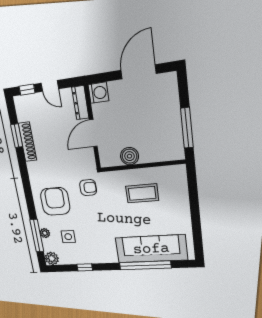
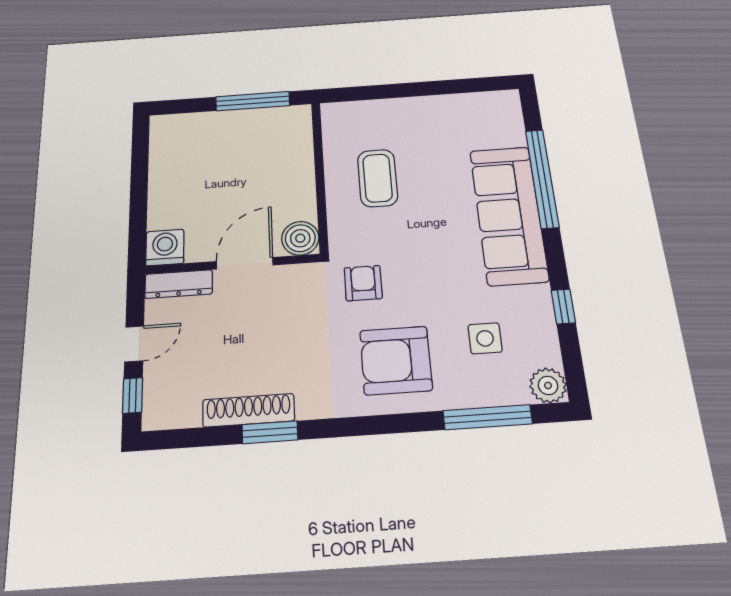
door: (138, 72) -> (139, 175), removed
door: (93, 133) -> (245, 263), swing flipped
window: (17, 136) -> (270, 432), moved
boiler: (129, 156) -> (300, 238), moved
plant: (45, 233) -> (479, 395), removed
sofa: (151, 249) -> (509, 215), moved

